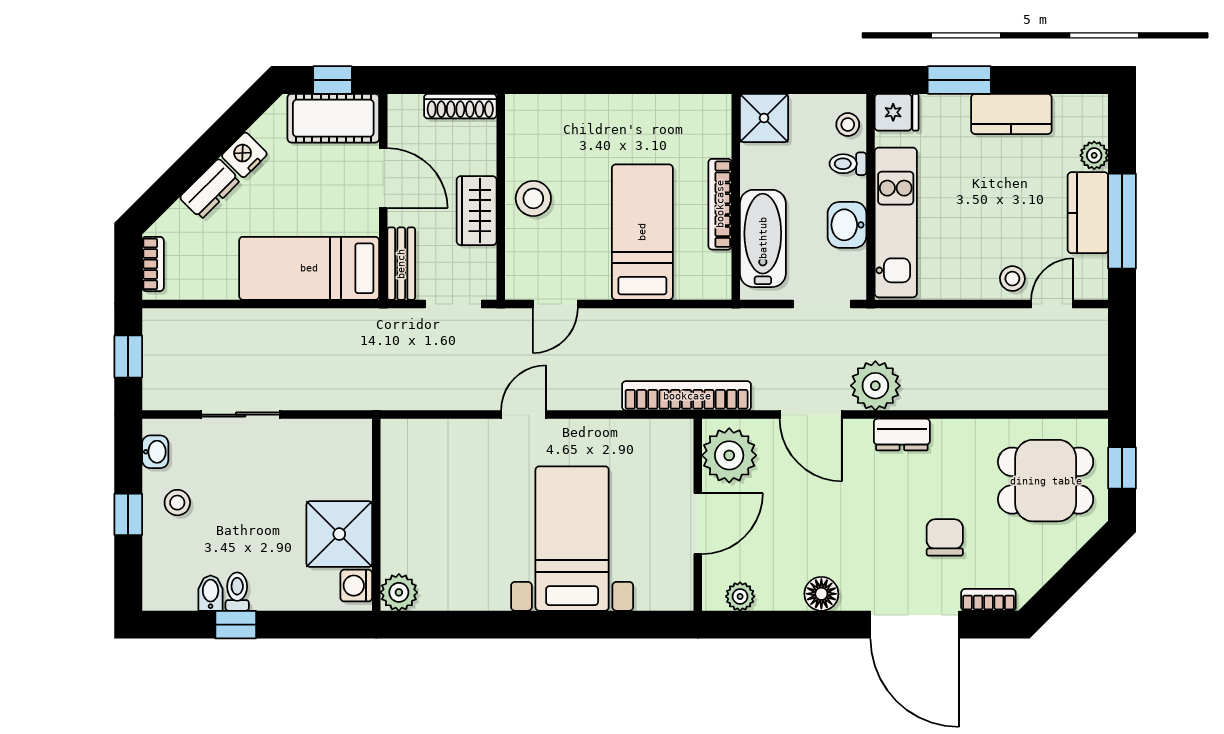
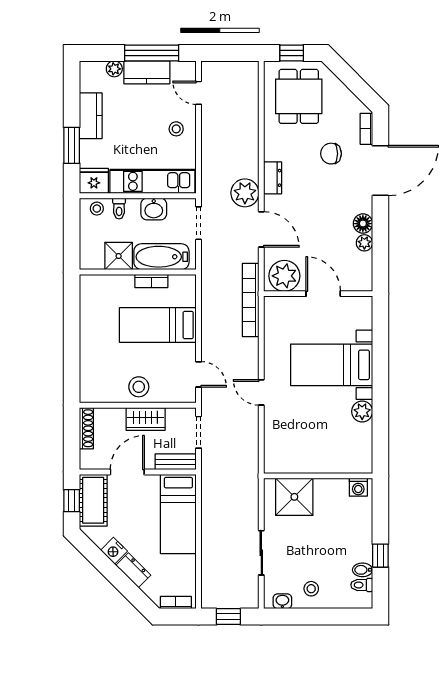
fridge: (897, 112) -> (94, 181), width x1.38
shower: (764, 118) -> (119, 256), moved
bookcase: (720, 204) -> (151, 281), width x0.64
stool: (1012, 279) -> (176, 129), moved
door: (811, 415) -> (261, 229), hinge flipped
window: (128, 514) -> (318, 617), removed
shower: (339, 534) -> (294, 497), moved
toilet: (237, 592) -> (362, 585), moved
plant: (399, 592) -> (362, 411), moved
plant: (740, 596) -> (364, 243), moved

